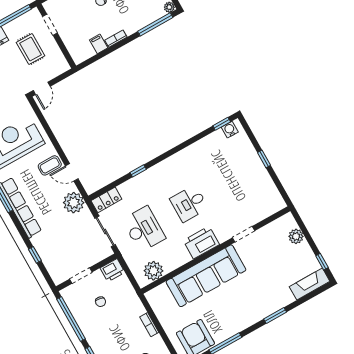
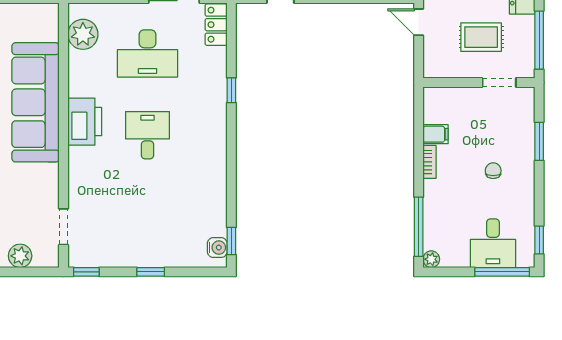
window: (284, 195) -> (86, 272), added
doorway: (243, 234) -> (64, 227), moved

